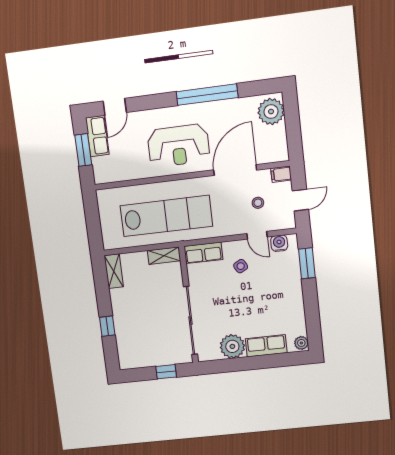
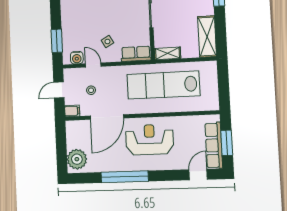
row of seats: (97, 136) -> (214, 145), width x1.48
shelving: (114, 271) -> (207, 37), width x1.50, depth x1.33

